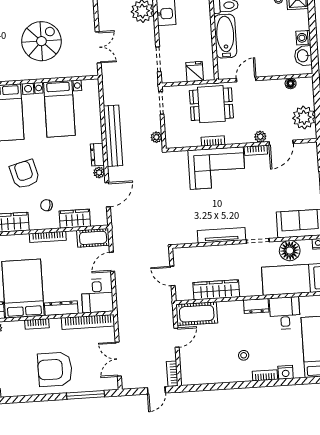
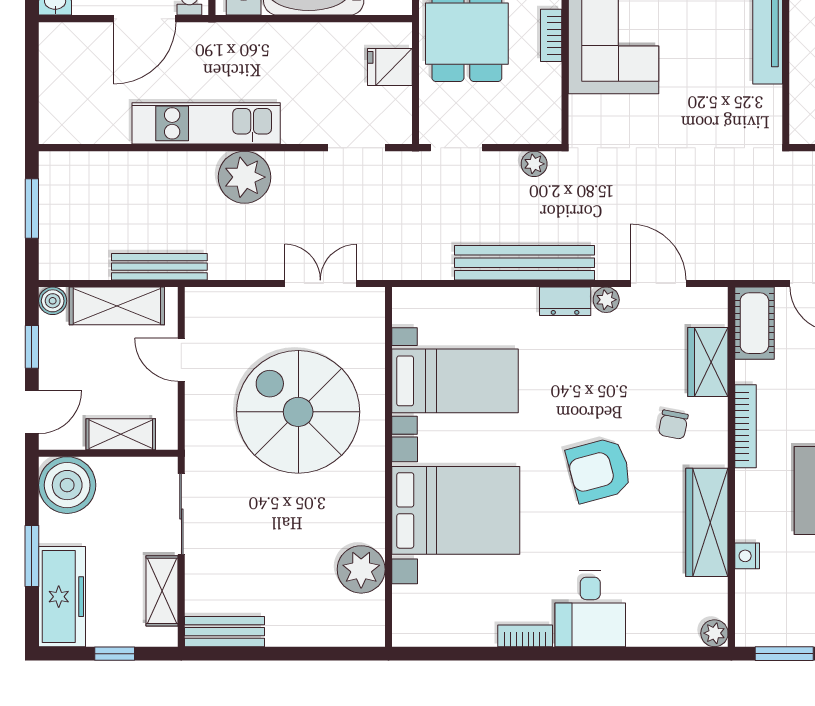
spiral stairs: (41, 41) -> (298, 412), width x1.37, depth x1.37

